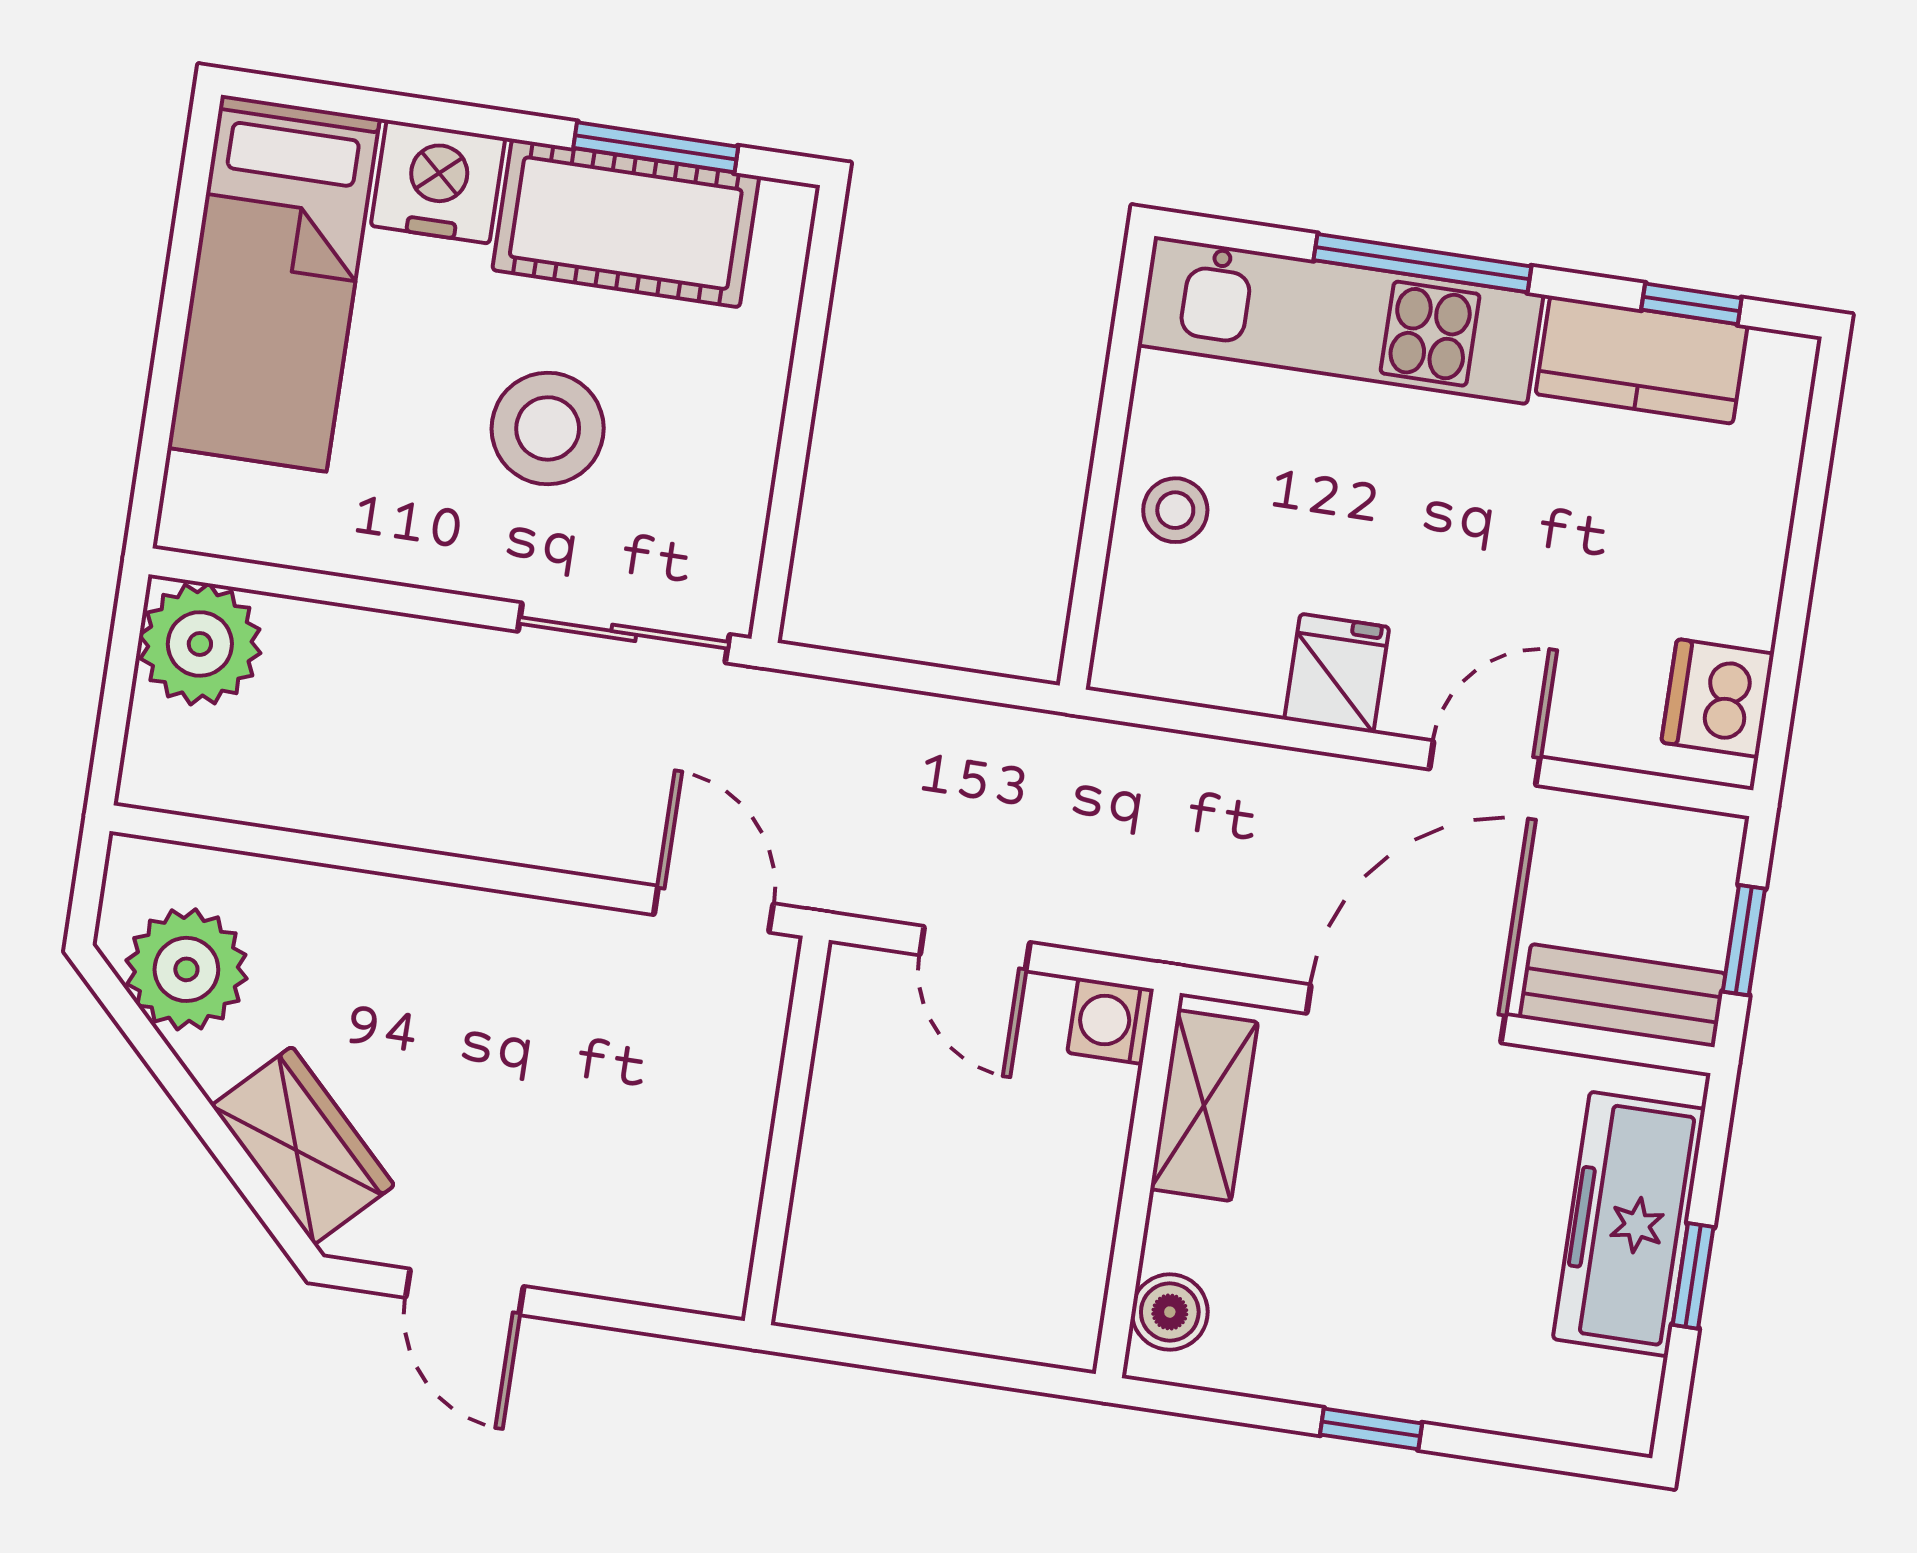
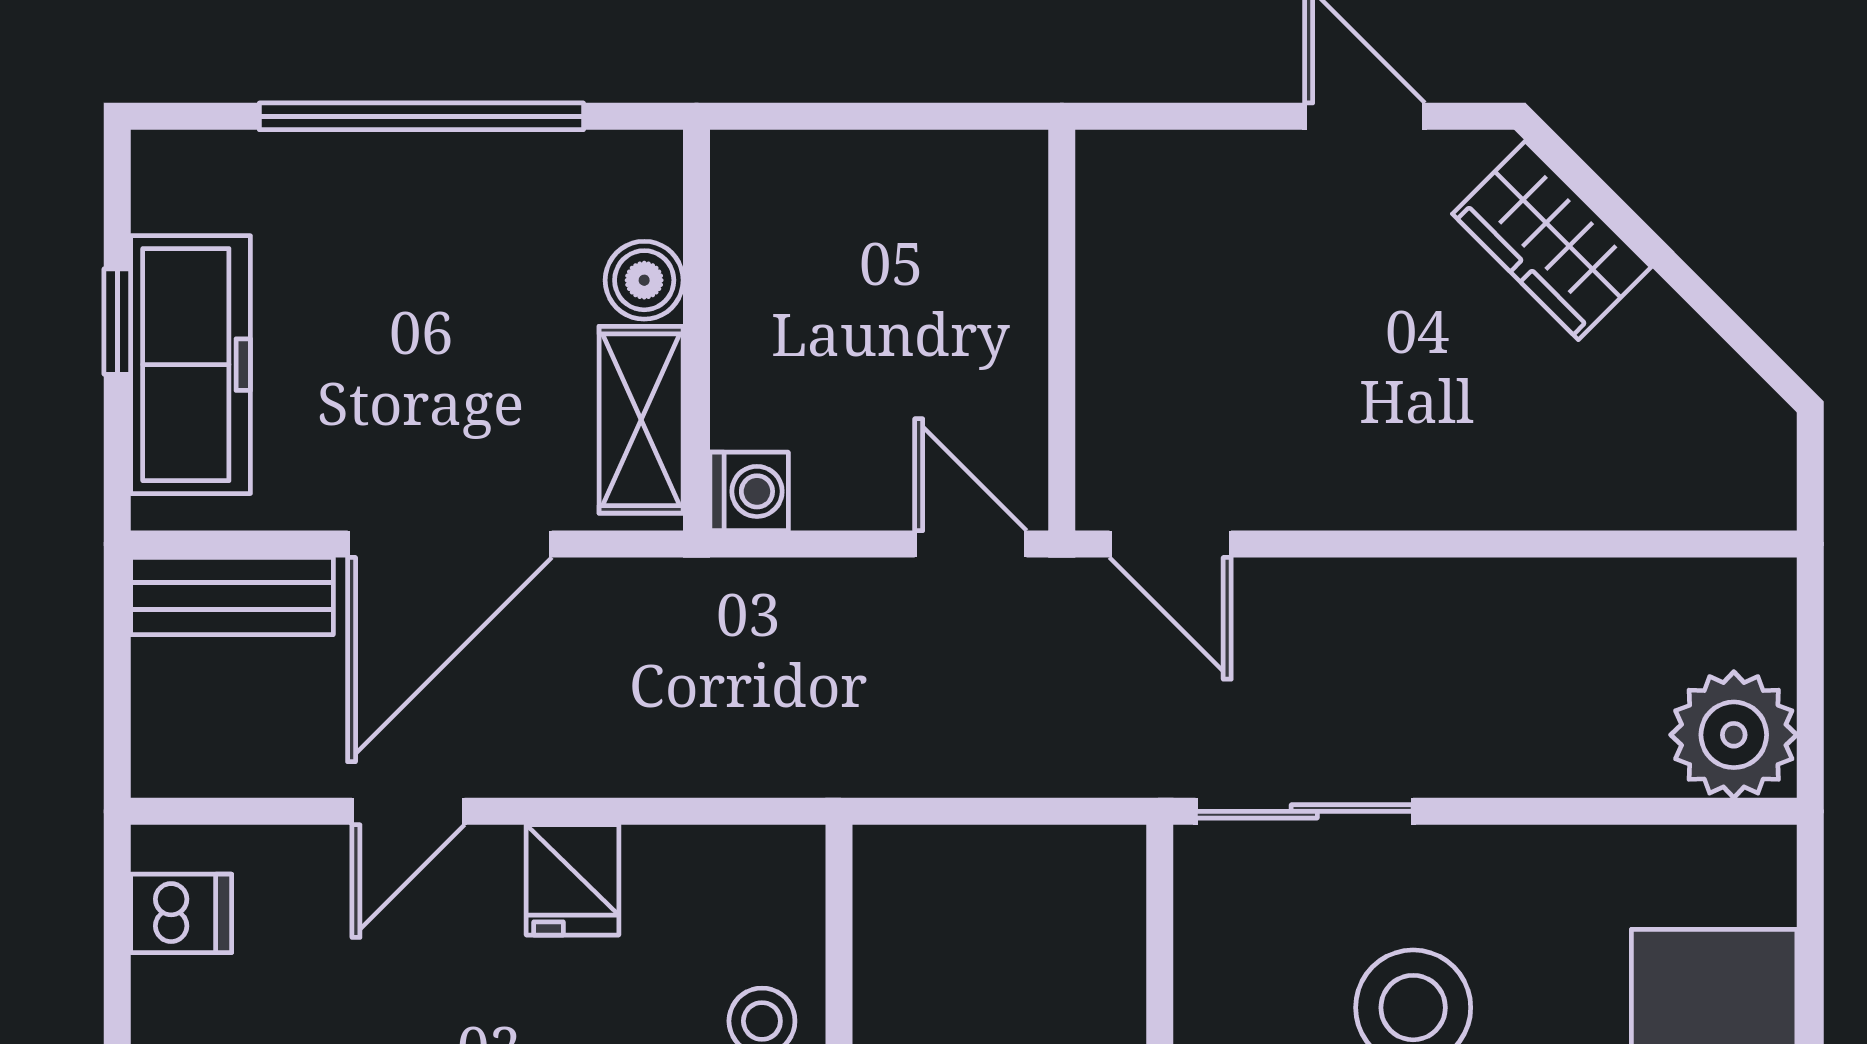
dishwasher: (1718, 698) -> (181, 913), width x0.73
window: (1744, 940) -> (117, 671), removed
door: (975, 949) -> (971, 544), moved
plant: (186, 969) -> (1697, 402), removed
boiler: (1170, 1312) -> (644, 280), moved
window: (1371, 1429) -> (421, 116), width x3.17

